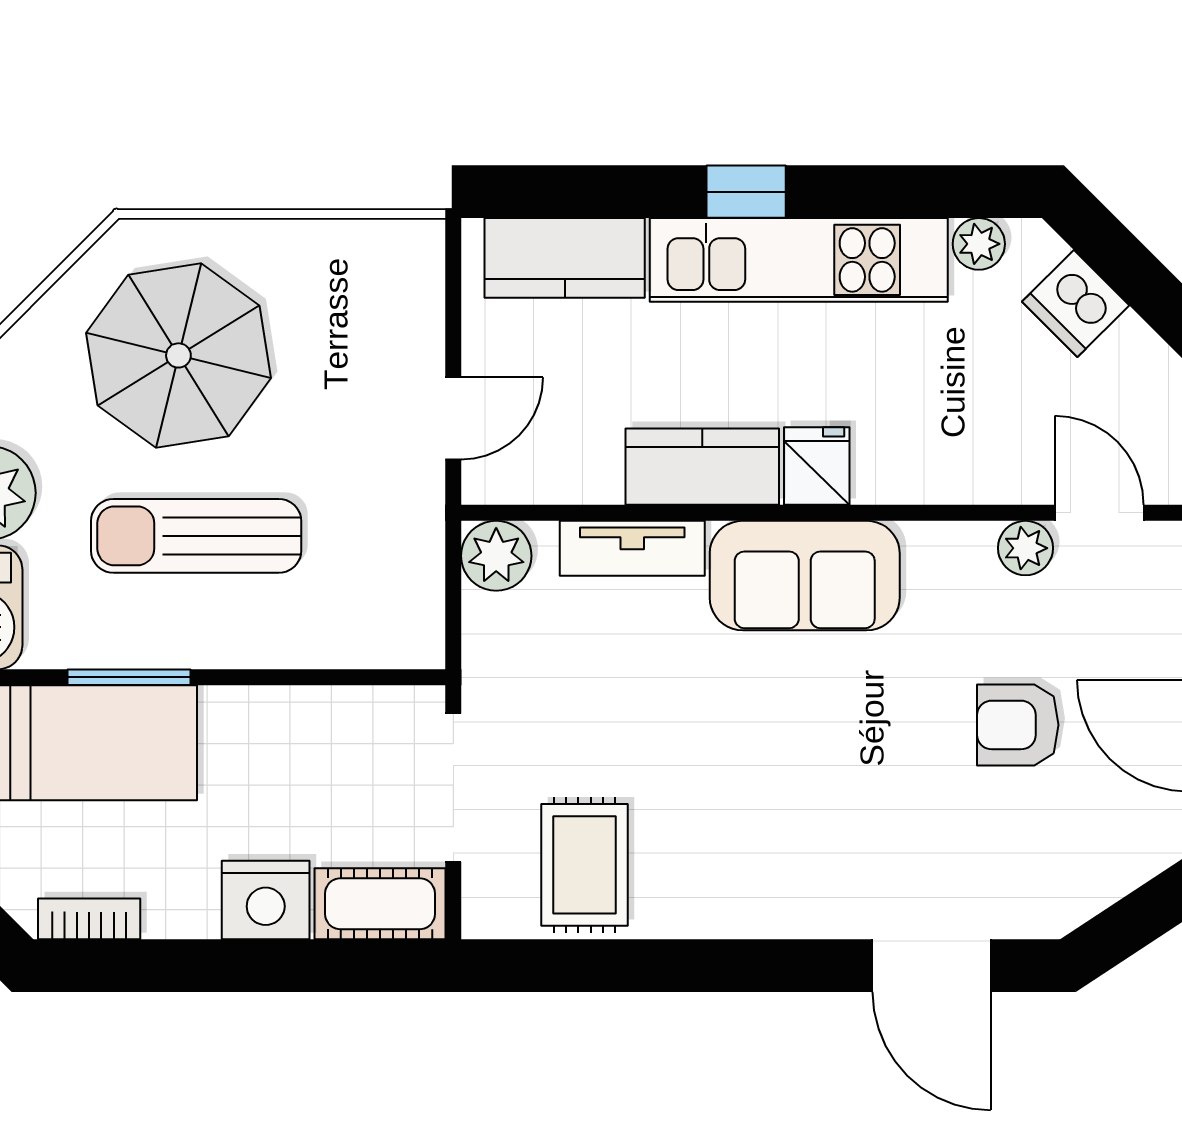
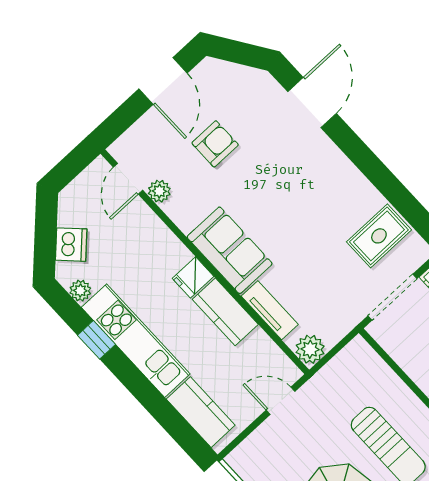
window: (746, 192) -> (97, 340), moved
armchair: (1018, 725) -> (215, 144), turned -90

